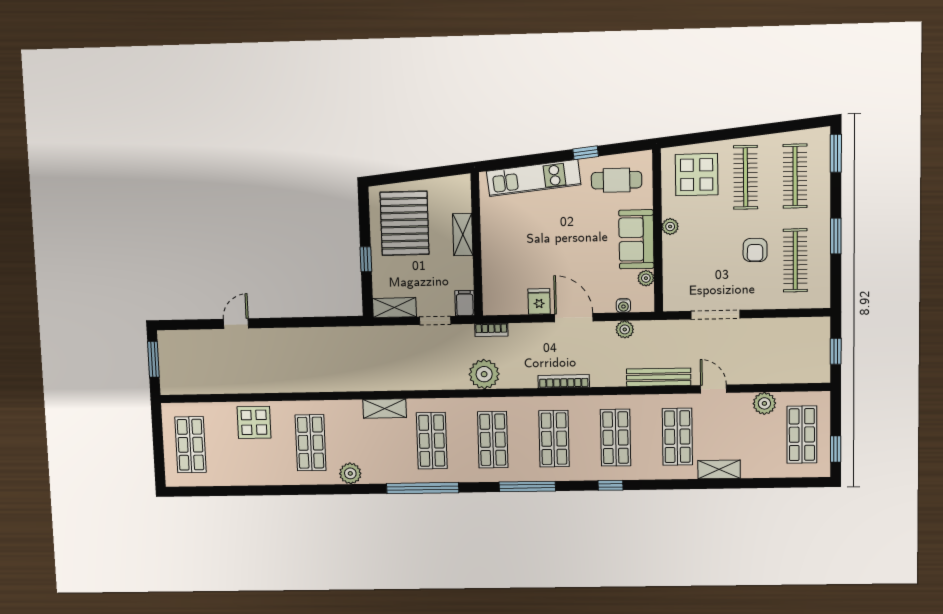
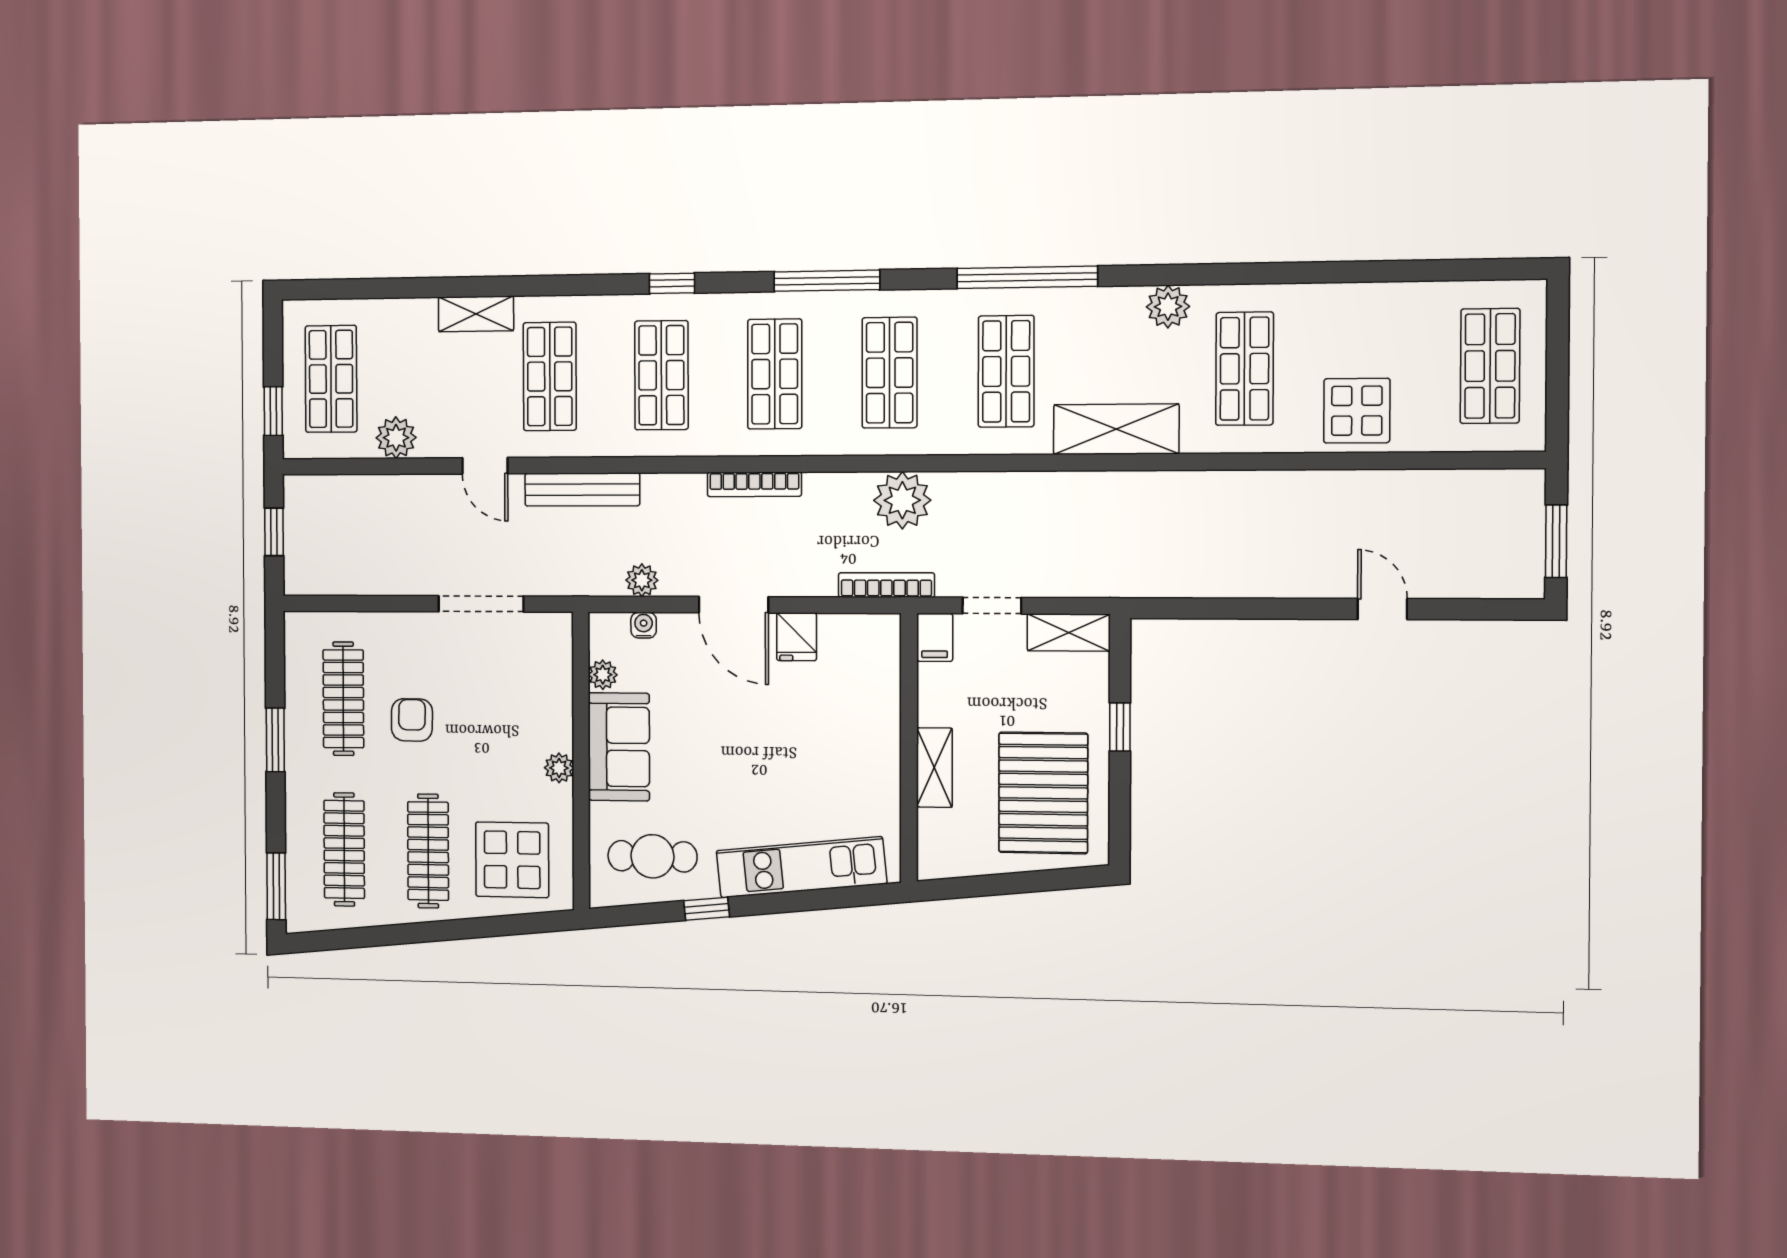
door: (236, 324) -> (1382, 609), swing flipped
bookcase: (491, 330) -> (886, 585), width x1.56
shelving: (385, 409) -> (1116, 429), width x1.50, depth x1.33
window: (836, 449) -> (273, 411), moved

